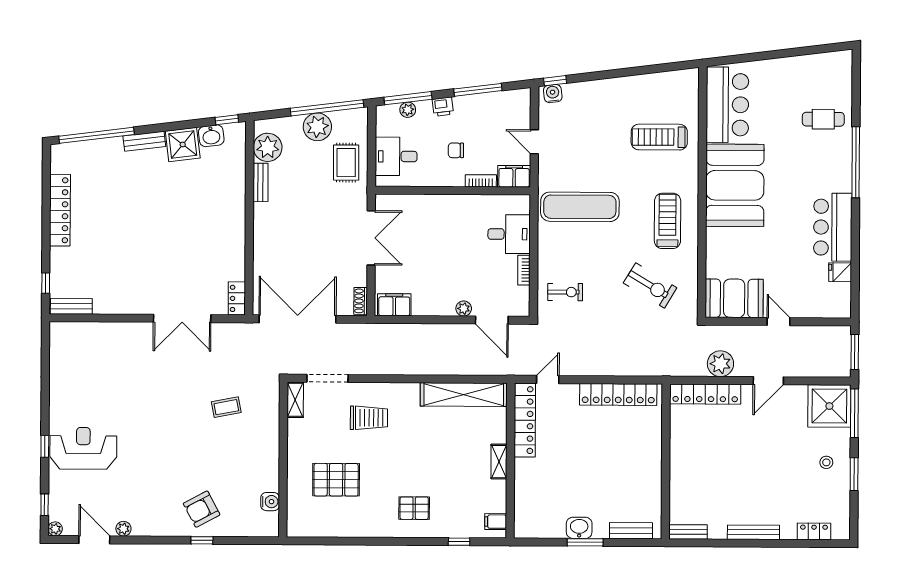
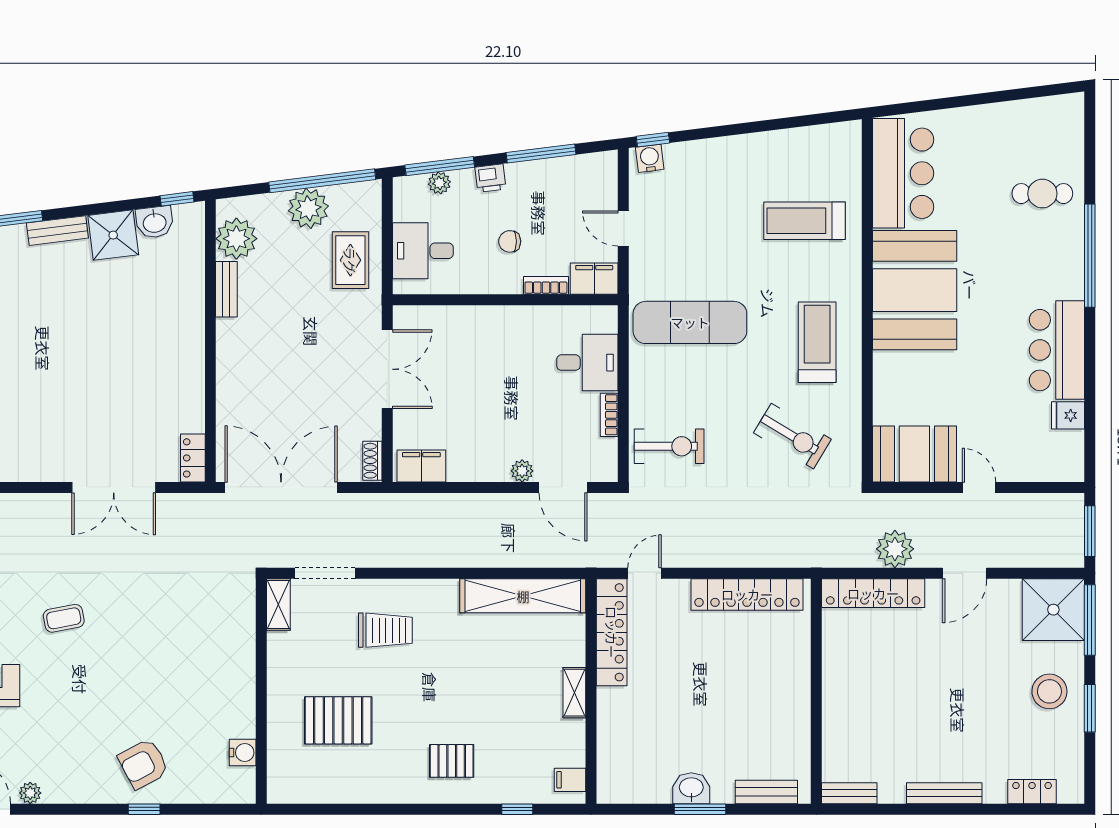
exercise bike: (565, 292) -> (669, 446), width x1.38, depth x1.39
coffee table: (226, 407) -> (64, 618), moved
stool: (826, 462) -> (1049, 691), width x1.89, depth x1.89

